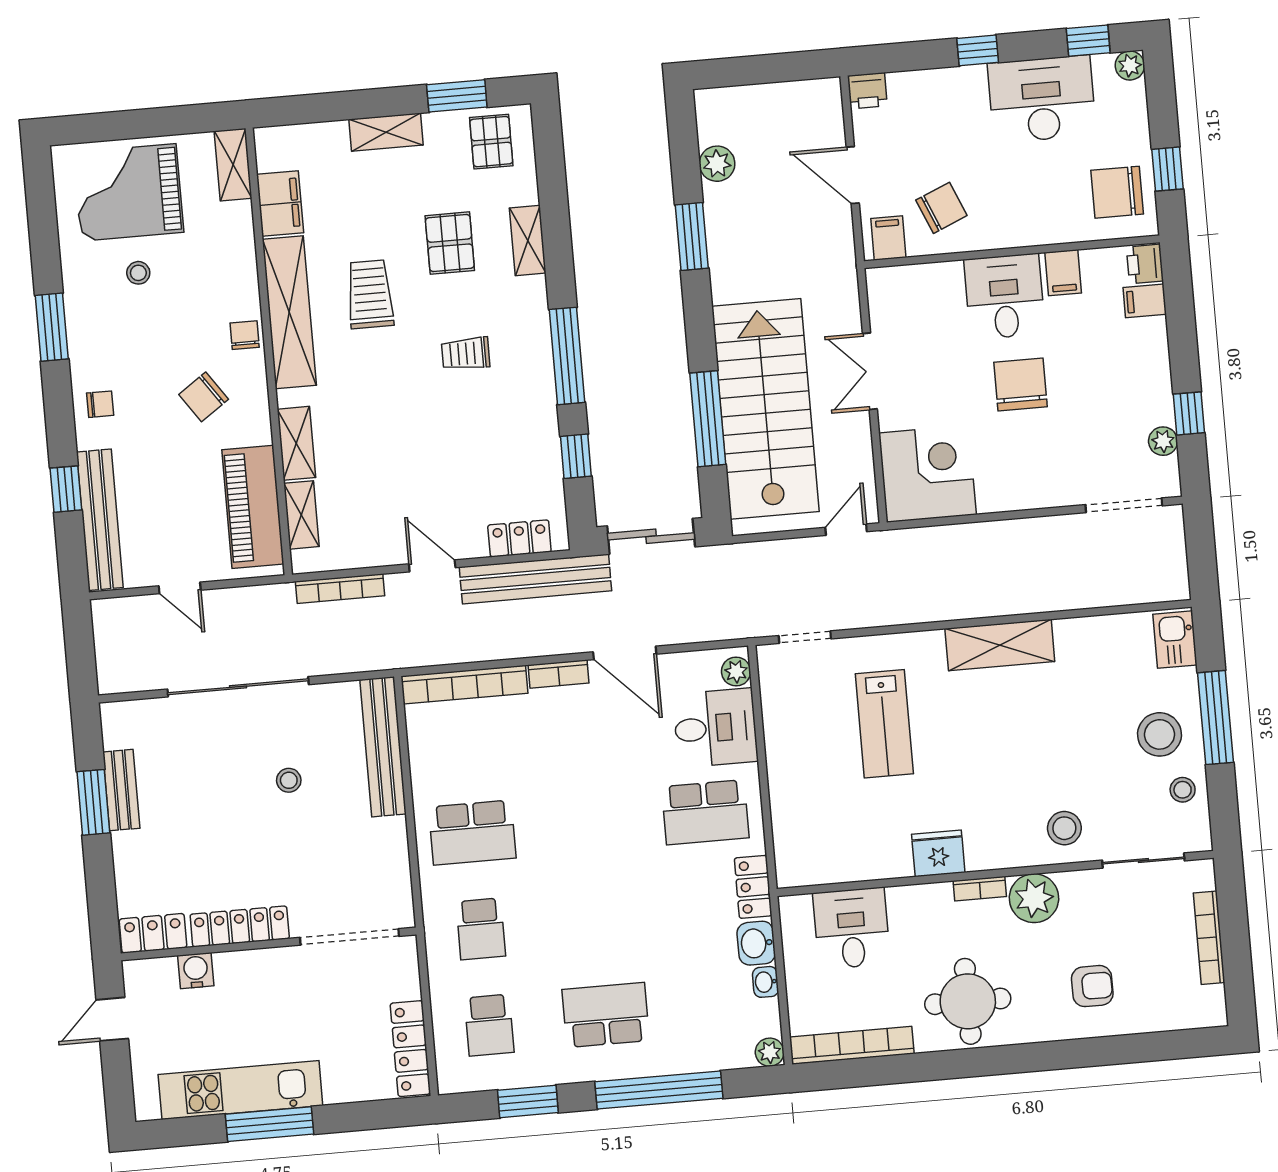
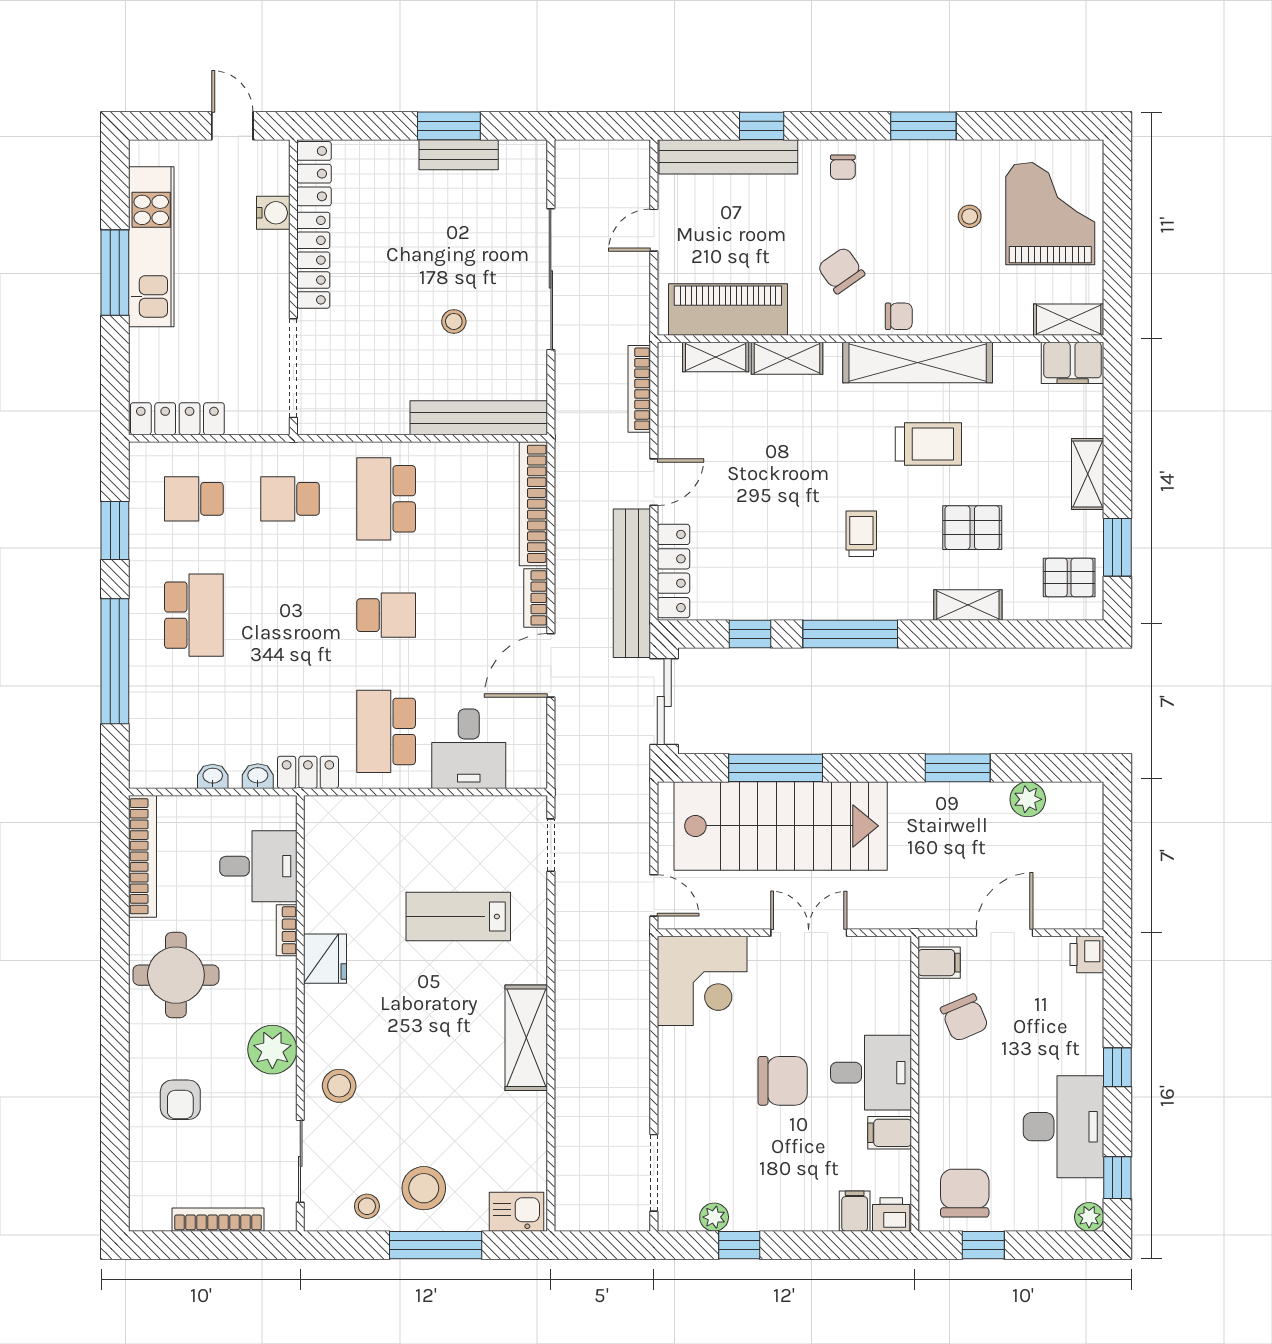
filing cabinet: (280, 203) -> (1073, 363), moved
locker: (519, 538) -> (673, 571), width x1.53
plant: (736, 672) -> (523, 774), removed
school desk: (589, 822) -> (386, 615), added
bookcase: (980, 889) -> (287, 930), moved
washbasin: (756, 943) -> (258, 776), width x0.72, depth x0.69
plant: (770, 1052) -> (143, 774), removed

